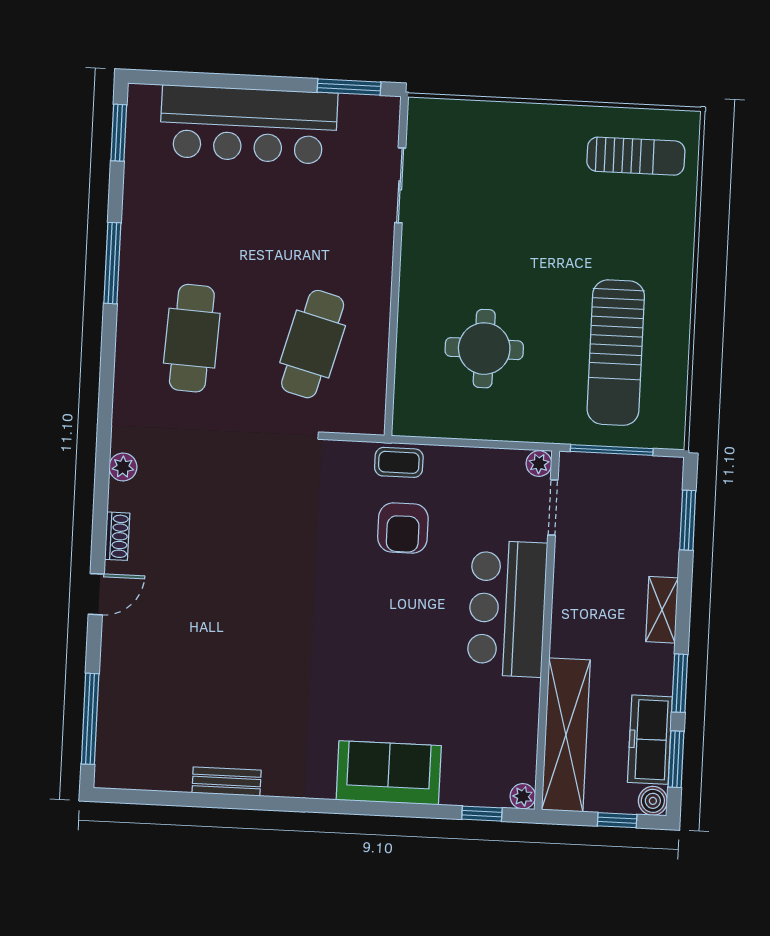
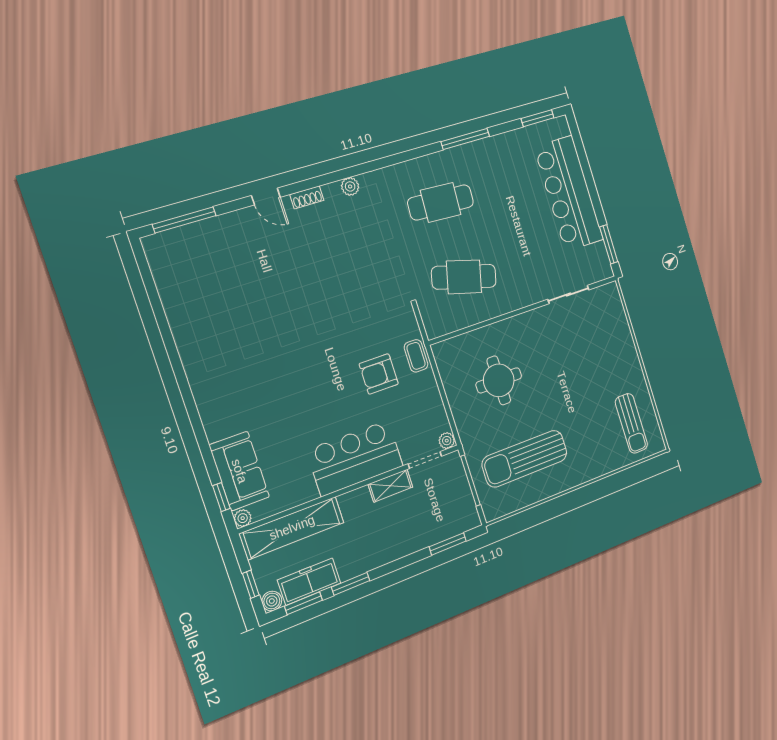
shelving: (662, 610) -> (390, 486), moved
sofa: (389, 773) -> (239, 471), moved
bench: (227, 781) -> (178, 324), removed

